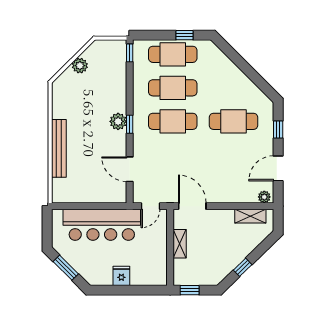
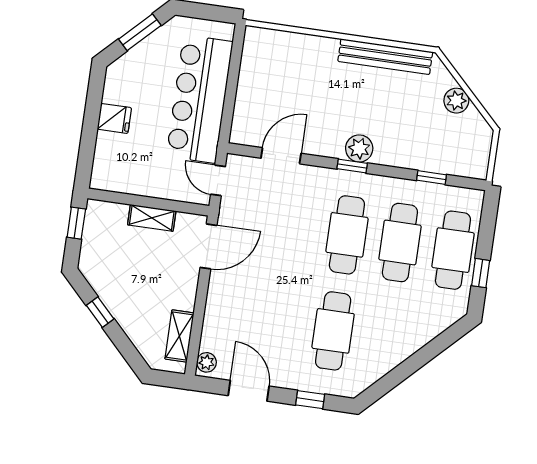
window: (130, 53) -> (431, 177), moved
bench: (59, 148) -> (385, 57), moved

